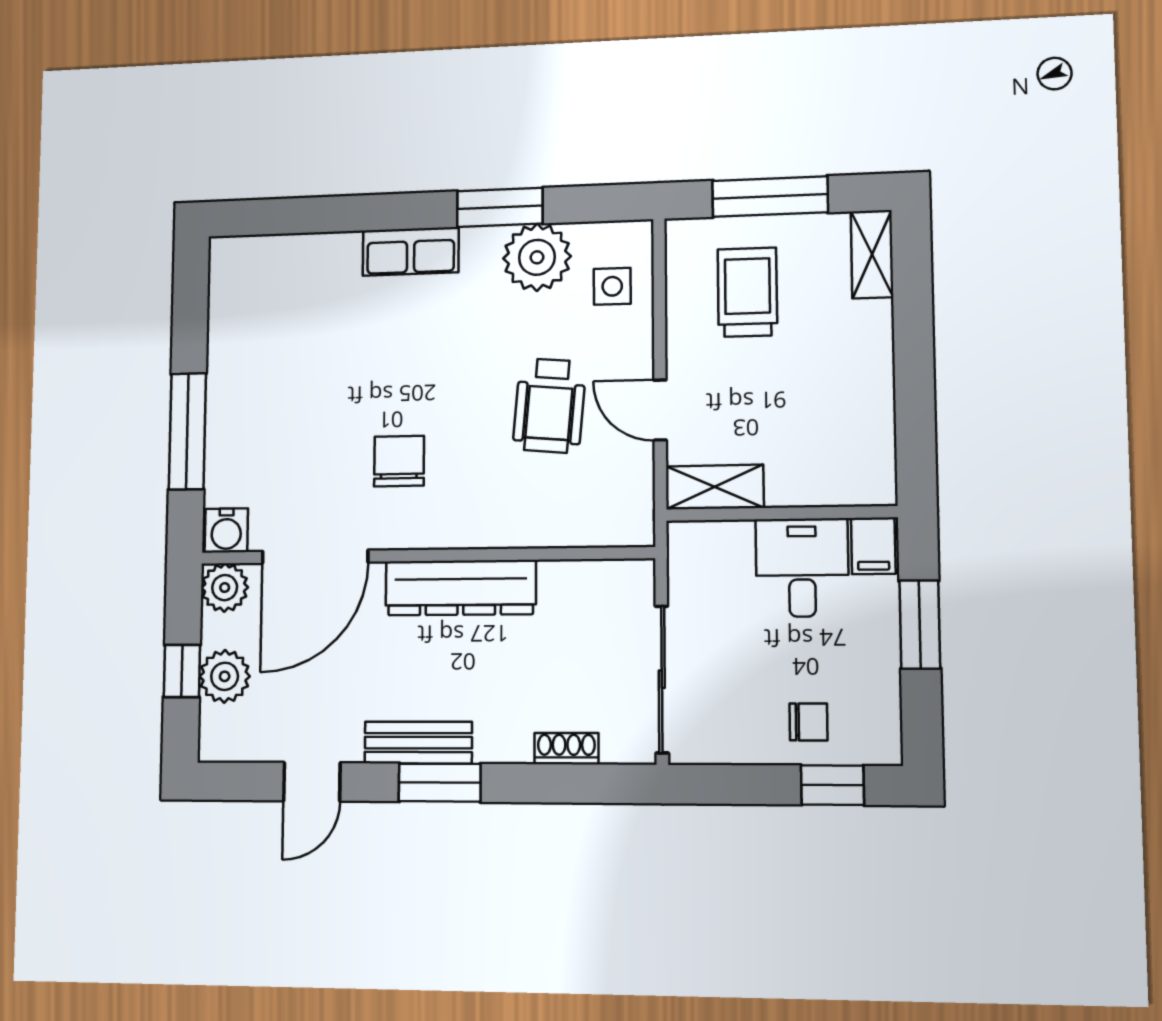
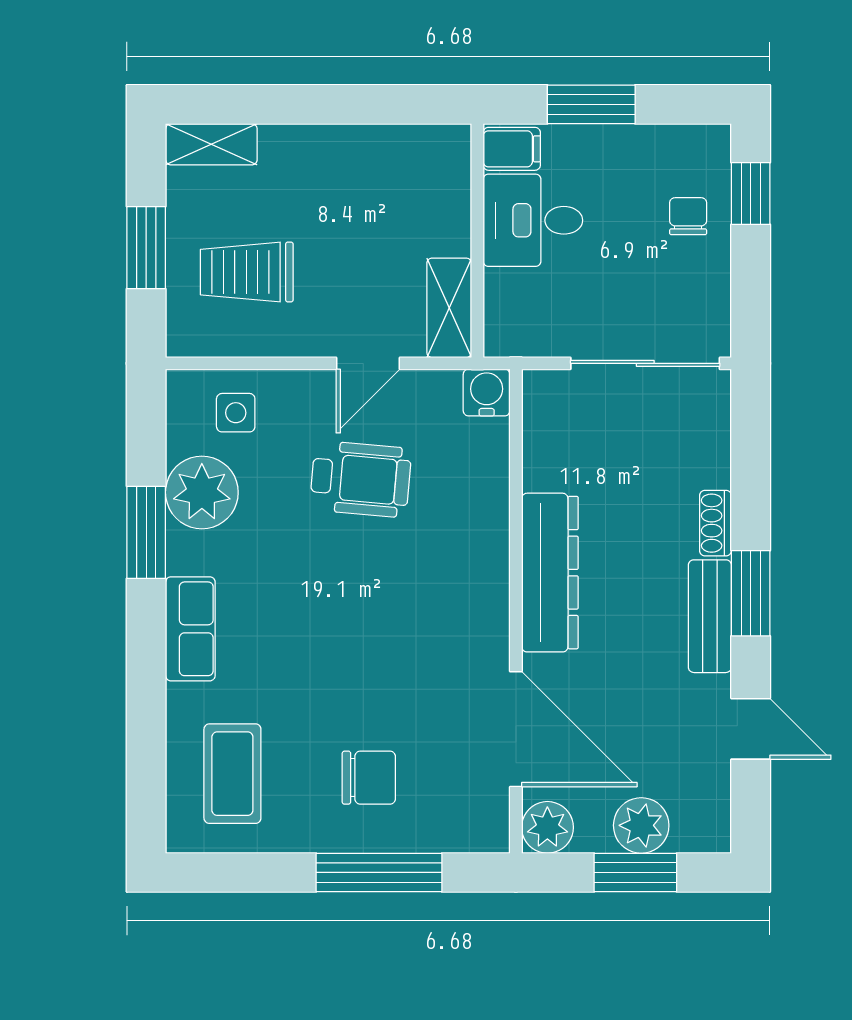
window: (770, 196) -> (146, 248), width x0.69
coffee table: (279, 294) -> (232, 774), added
chair: (399, 461) -> (369, 778), moved, turned 180
water cooler: (226, 530) -> (487, 393), moved, turned -90
window: (182, 671) -> (635, 872), width x1.50
shoe rack: (566, 749) -> (715, 523), moved

